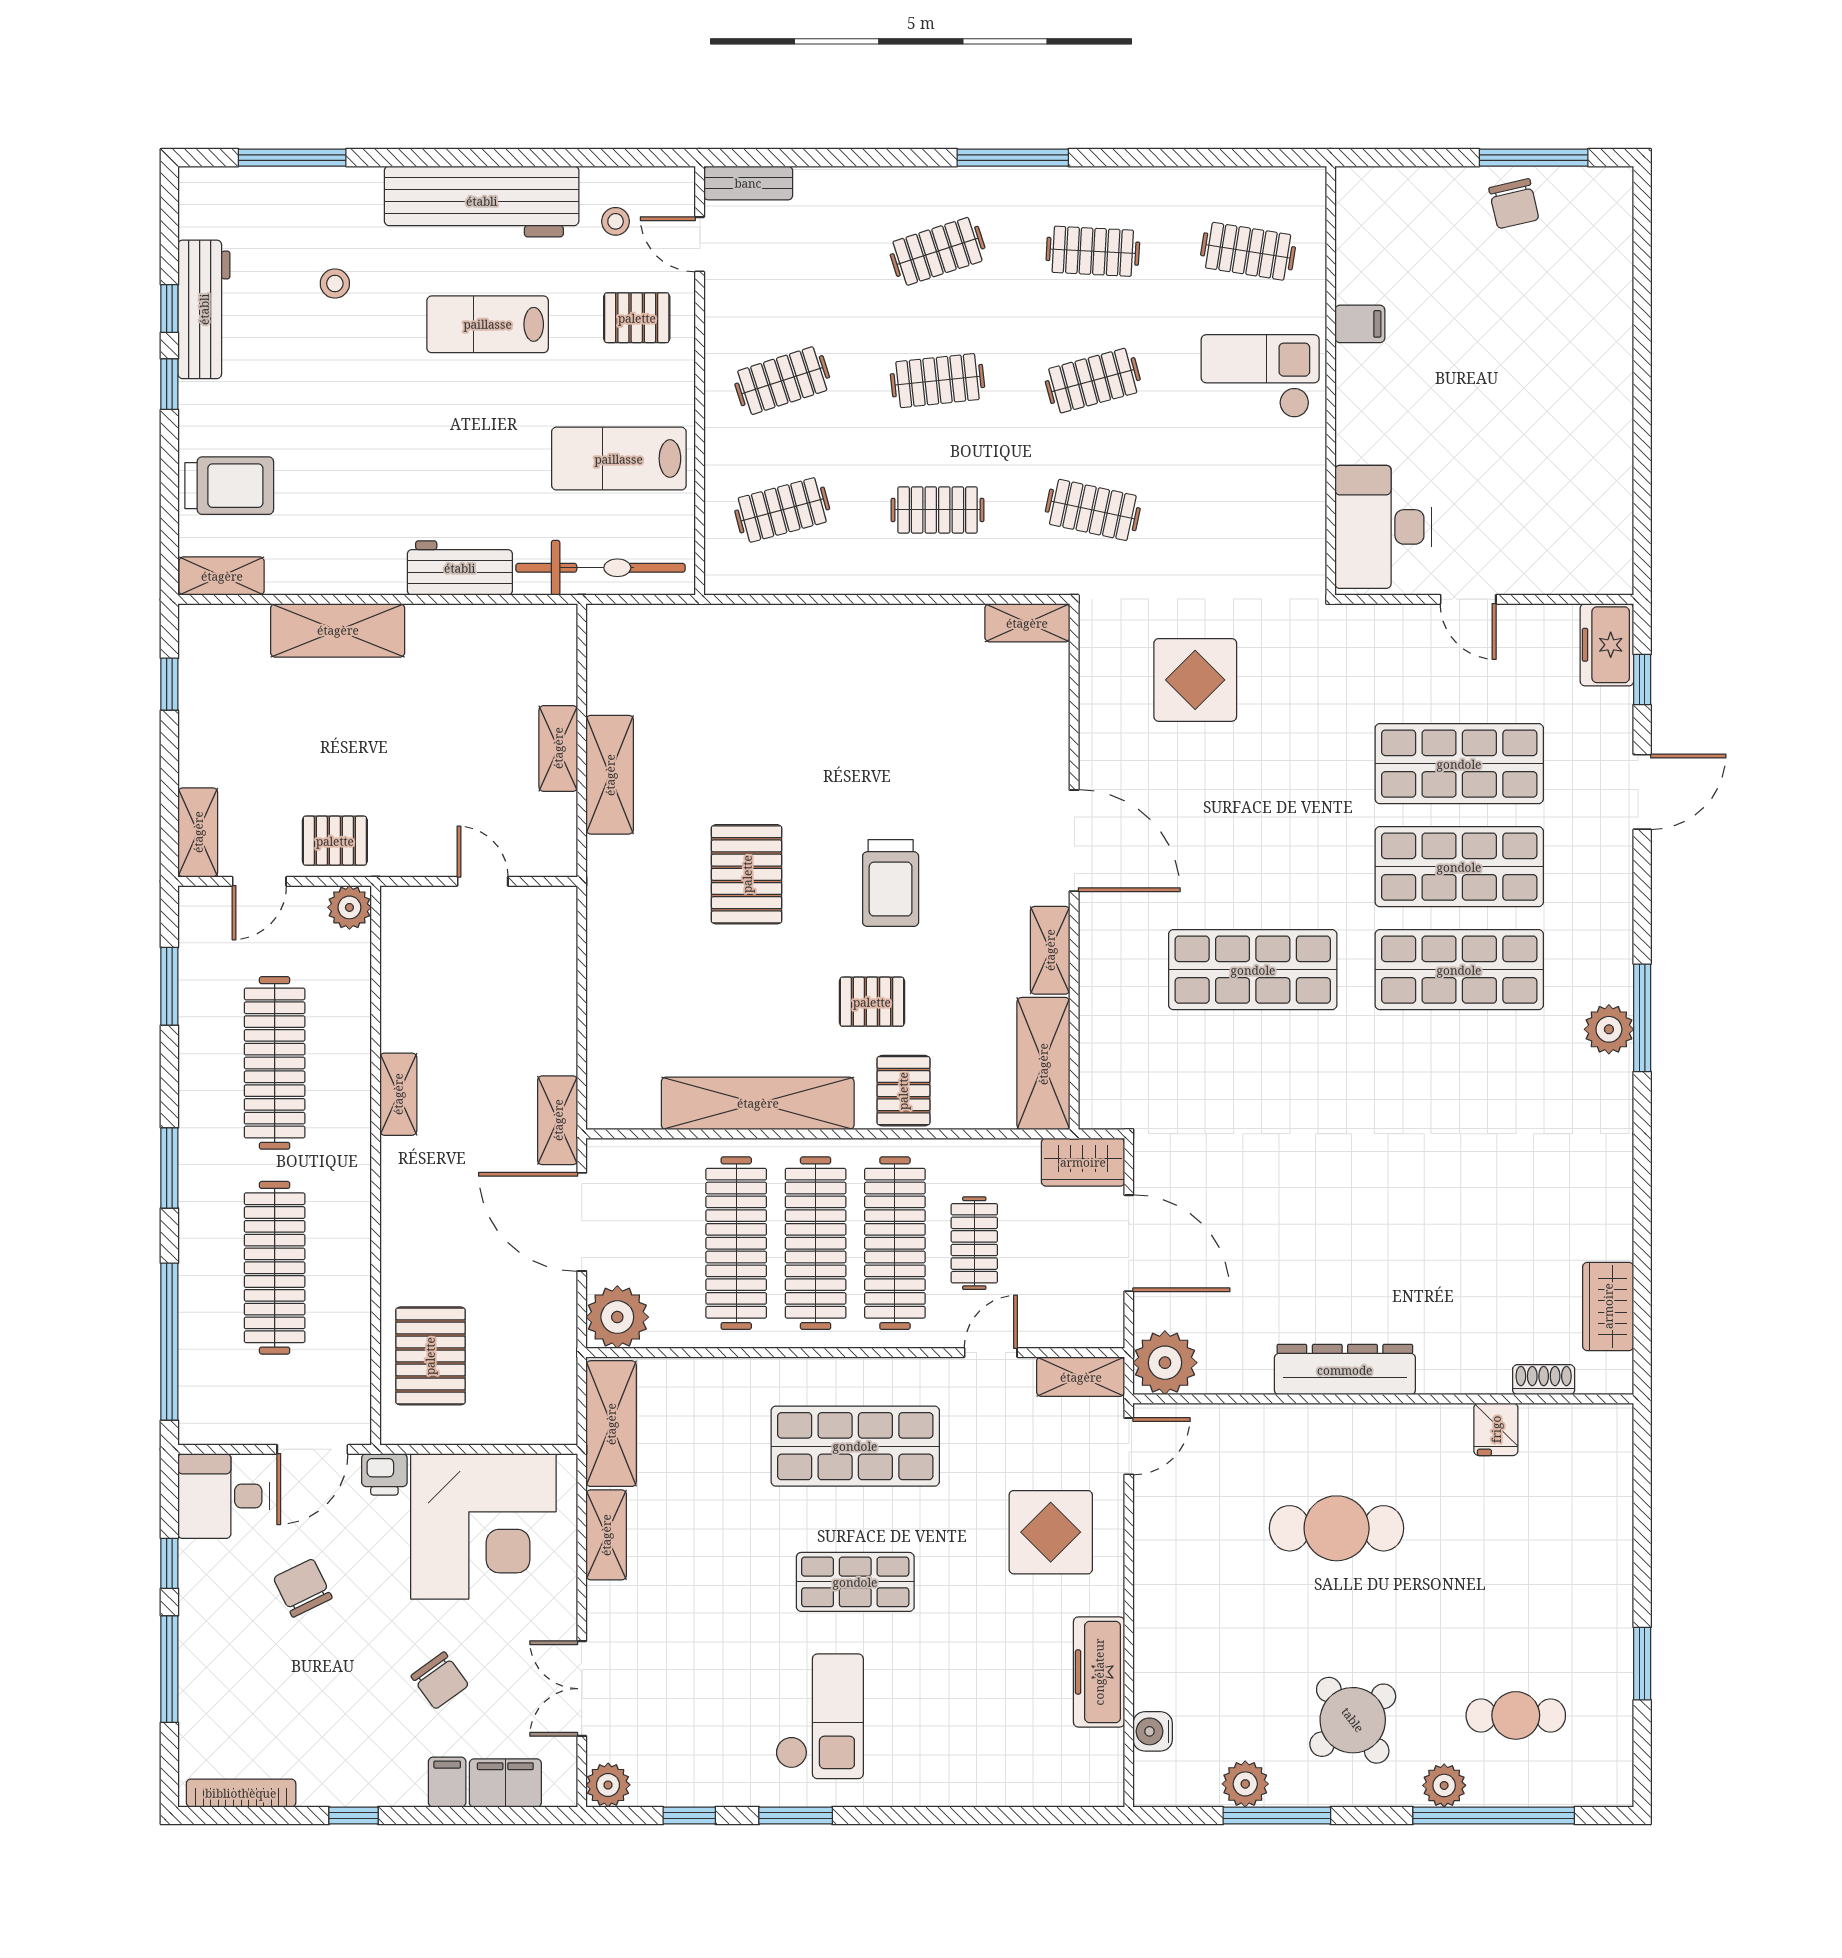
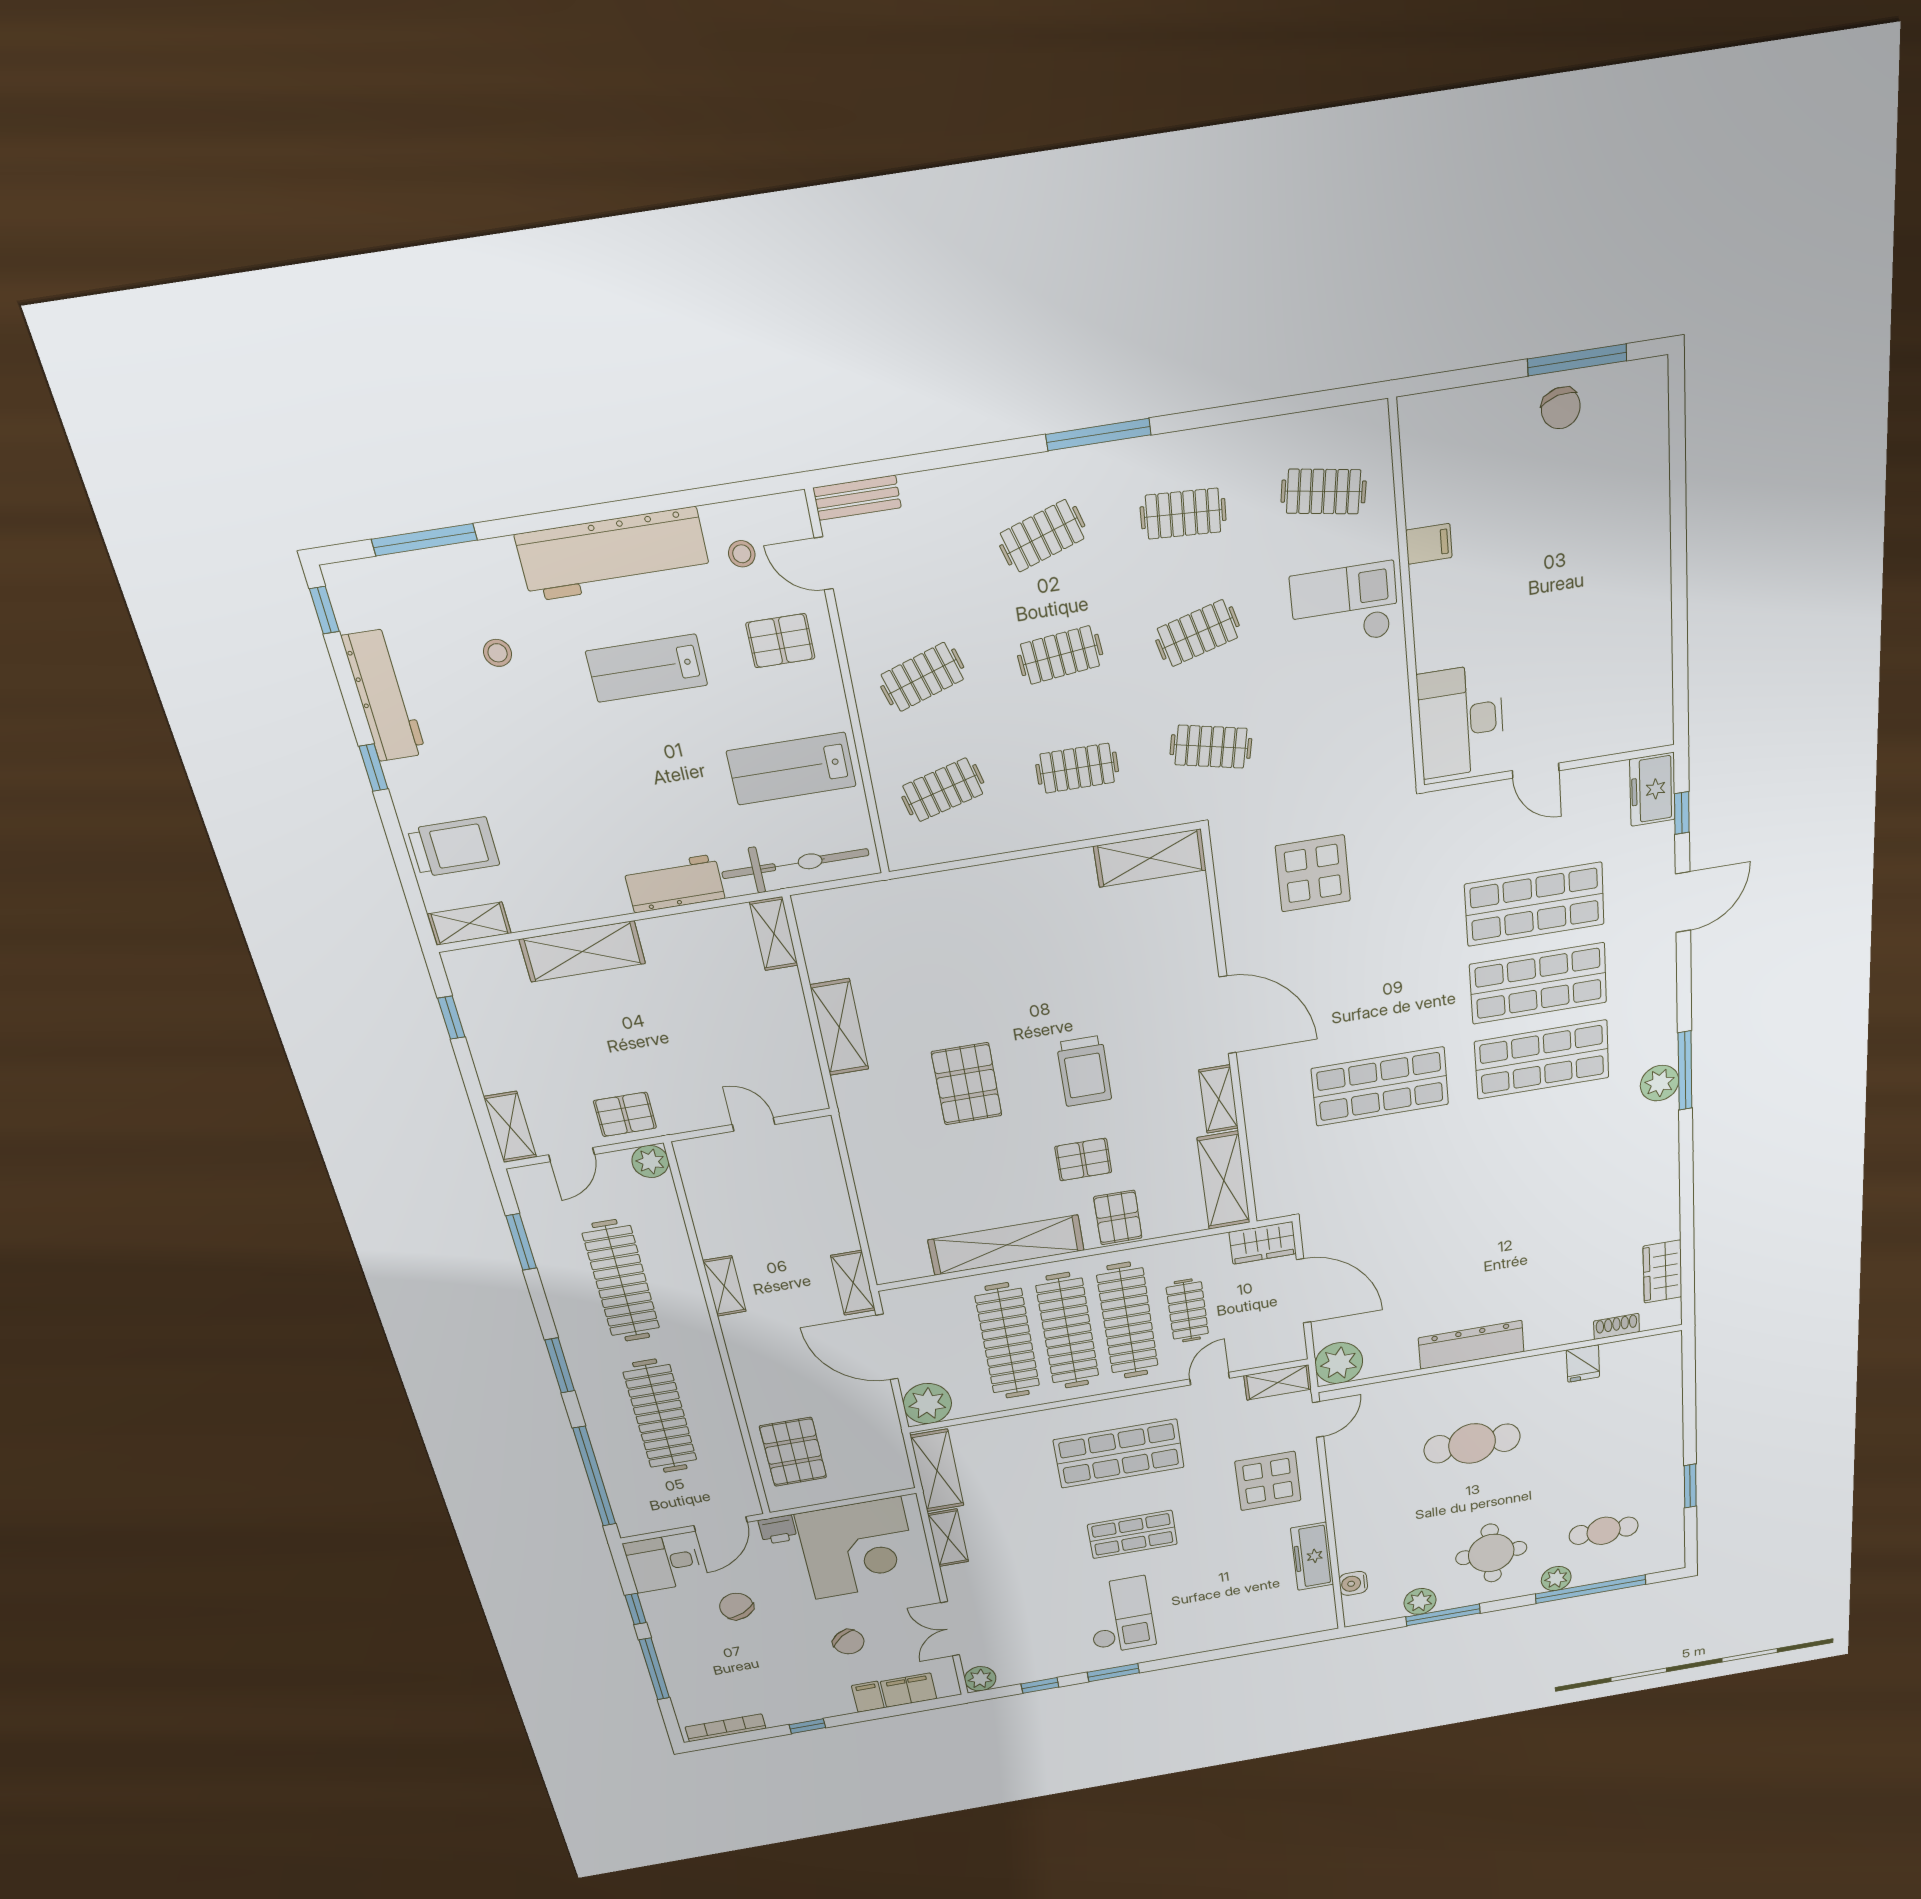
window: (169, 309) -> (324, 610), moved
shelving: (1027, 623) -> (1150, 858), width x1.50, depth x1.33
shelving: (558, 748) -> (774, 934), moved
round table: (1353, 1720) -> (1491, 1553), turned 38

